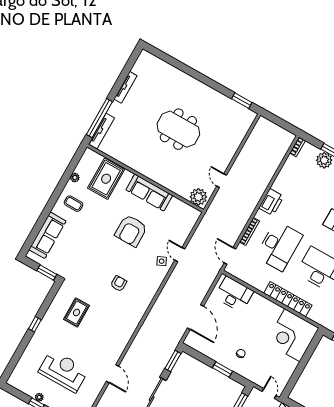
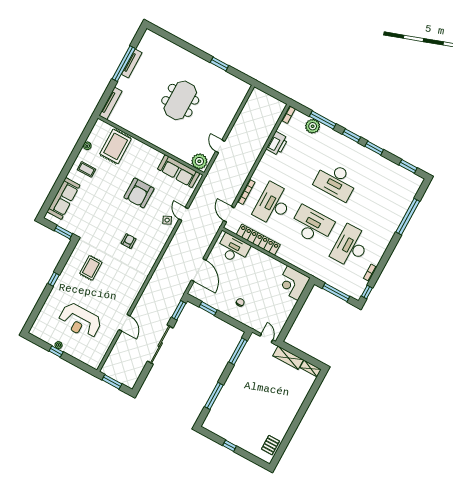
window: (242, 101) -> (219, 64), moved
window: (99, 118) -> (124, 64), moved
meeting table: (178, 129) -> (180, 100), turned 90
sofa: (149, 193) -> (179, 171), moved
printer: (271, 202) -> (277, 143), moved
desk: (279, 246) -> (273, 204), turned 180
locker: (288, 299) -> (258, 240), moved
corner desk: (292, 335) -> (293, 283), width x0.74, depth x0.74
window: (223, 369) -> (208, 308), moved
reception desk: (63, 371) -> (80, 321), turned 180

